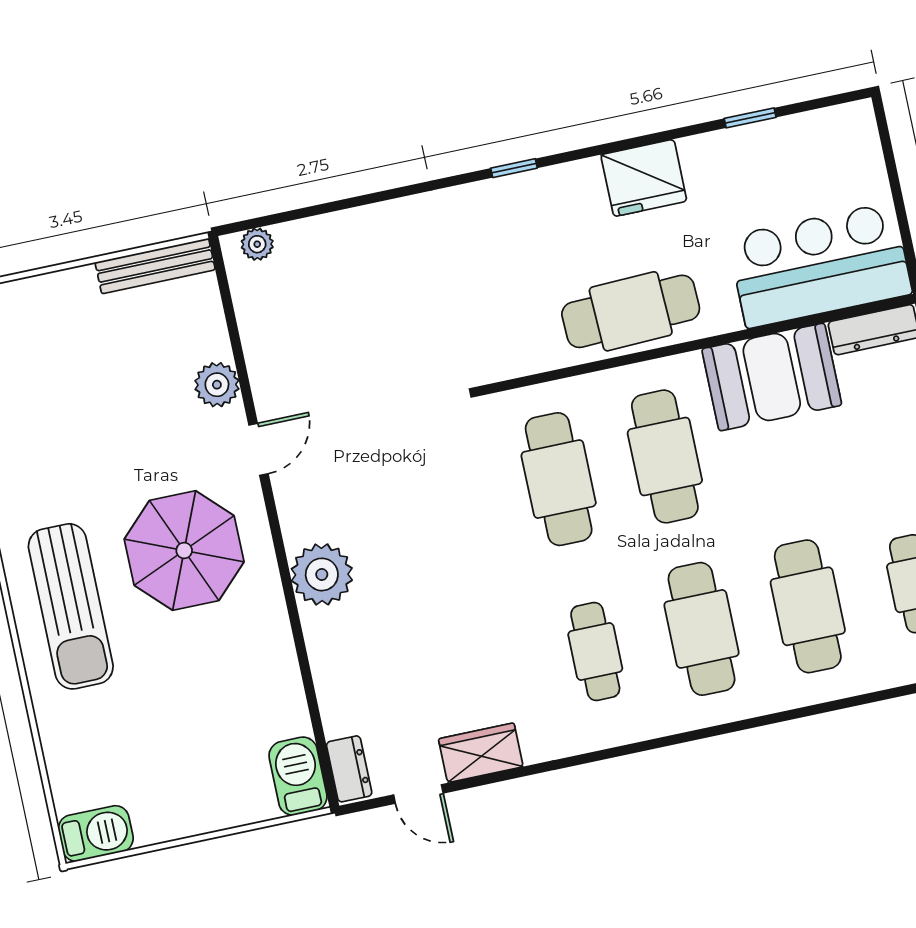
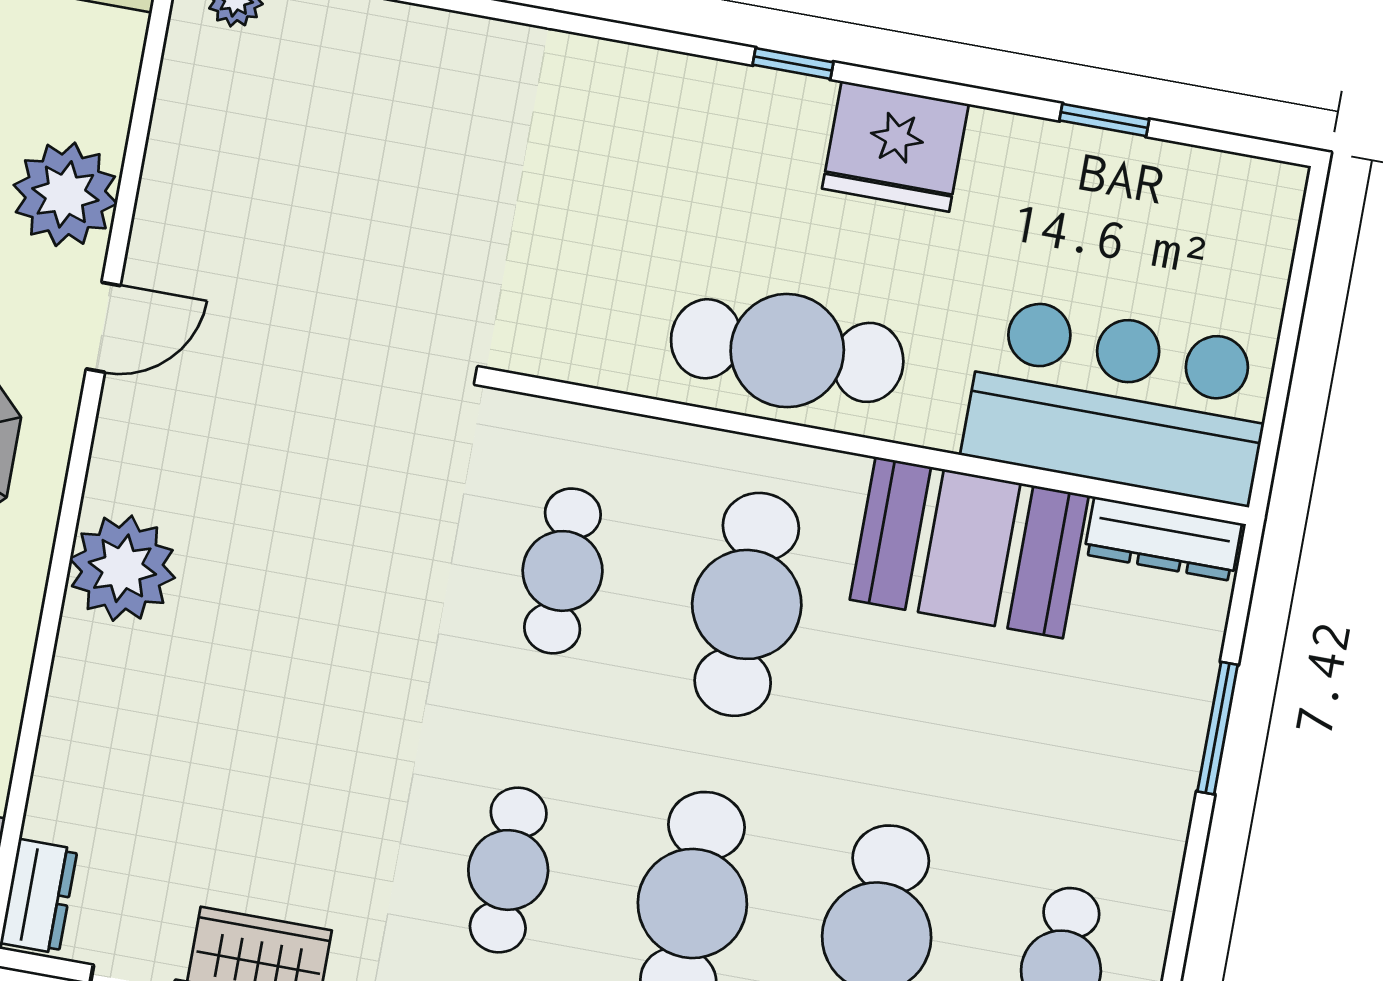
window: (514, 168) -> (793, 64), moved
plant: (217, 385) -> (65, 194), width x1.36, depth x1.36
cafe table: (559, 479) -> (563, 571), width x0.73, depth x0.74

